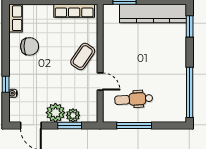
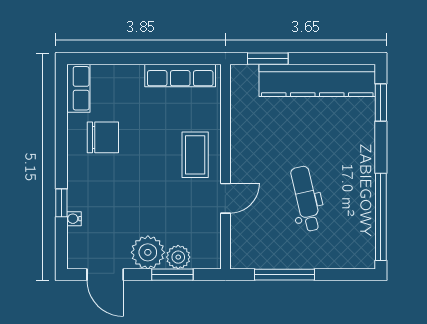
coffee table: (83, 57) -> (195, 155), turned -34
door: (100, 81) -> (225, 198), hinge flipped
dental chair: (134, 99) -> (306, 199), moved, turned 81

